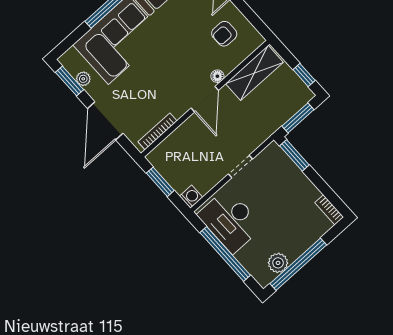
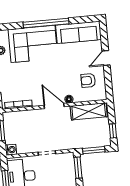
door: (205, 99) -> (54, 106), swing flipped

